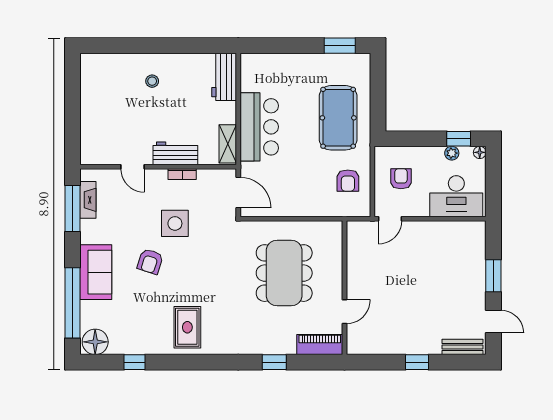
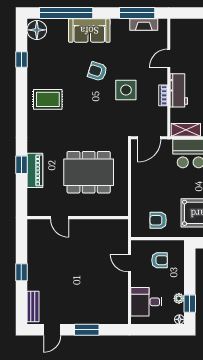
desk: (456, 196) -> (146, 302), width x0.73
door: (390, 219) -> (129, 263), moved
piano: (320, 345) -> (35, 170), moved

